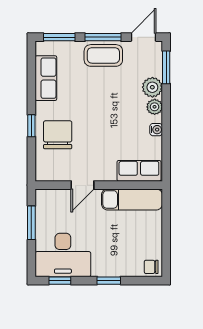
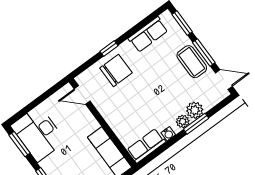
window: (166, 67) -> (196, 124), moved
row of seats: (139, 171) -> (146, 146), moved, turned -90
door: (82, 185) -> (82, 95), moved
window: (31, 223) -> (44, 96), removed
window: (60, 281) -> (20, 144), width x1.50

